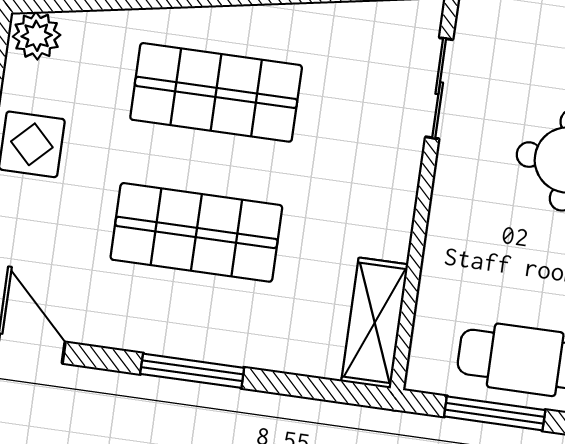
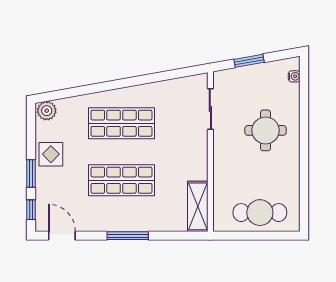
window: (495, 413) -> (251, 236), removed

